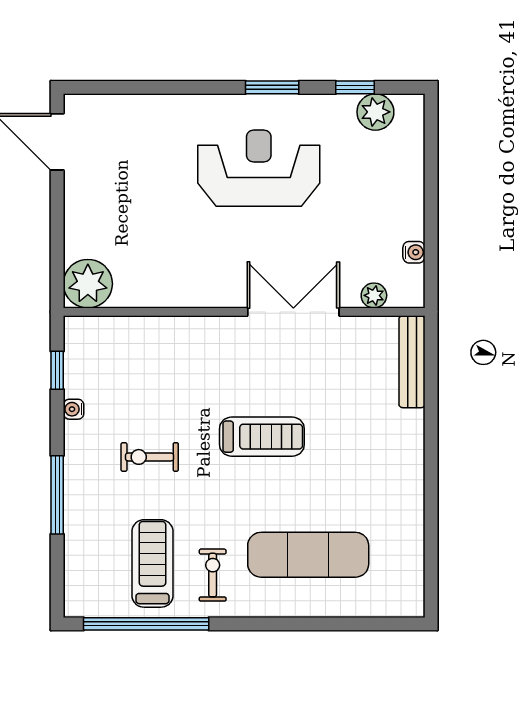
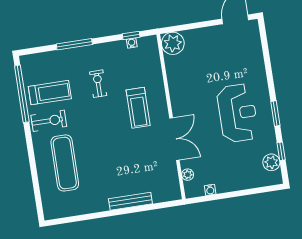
bench: (412, 362) -> (130, 201), moved
water cooler: (74, 409) -> (132, 43), moved
treadmill: (262, 437) -> (138, 108), moved
exercise bike: (213, 575) -> (49, 121), width x1.38, depth x1.39

